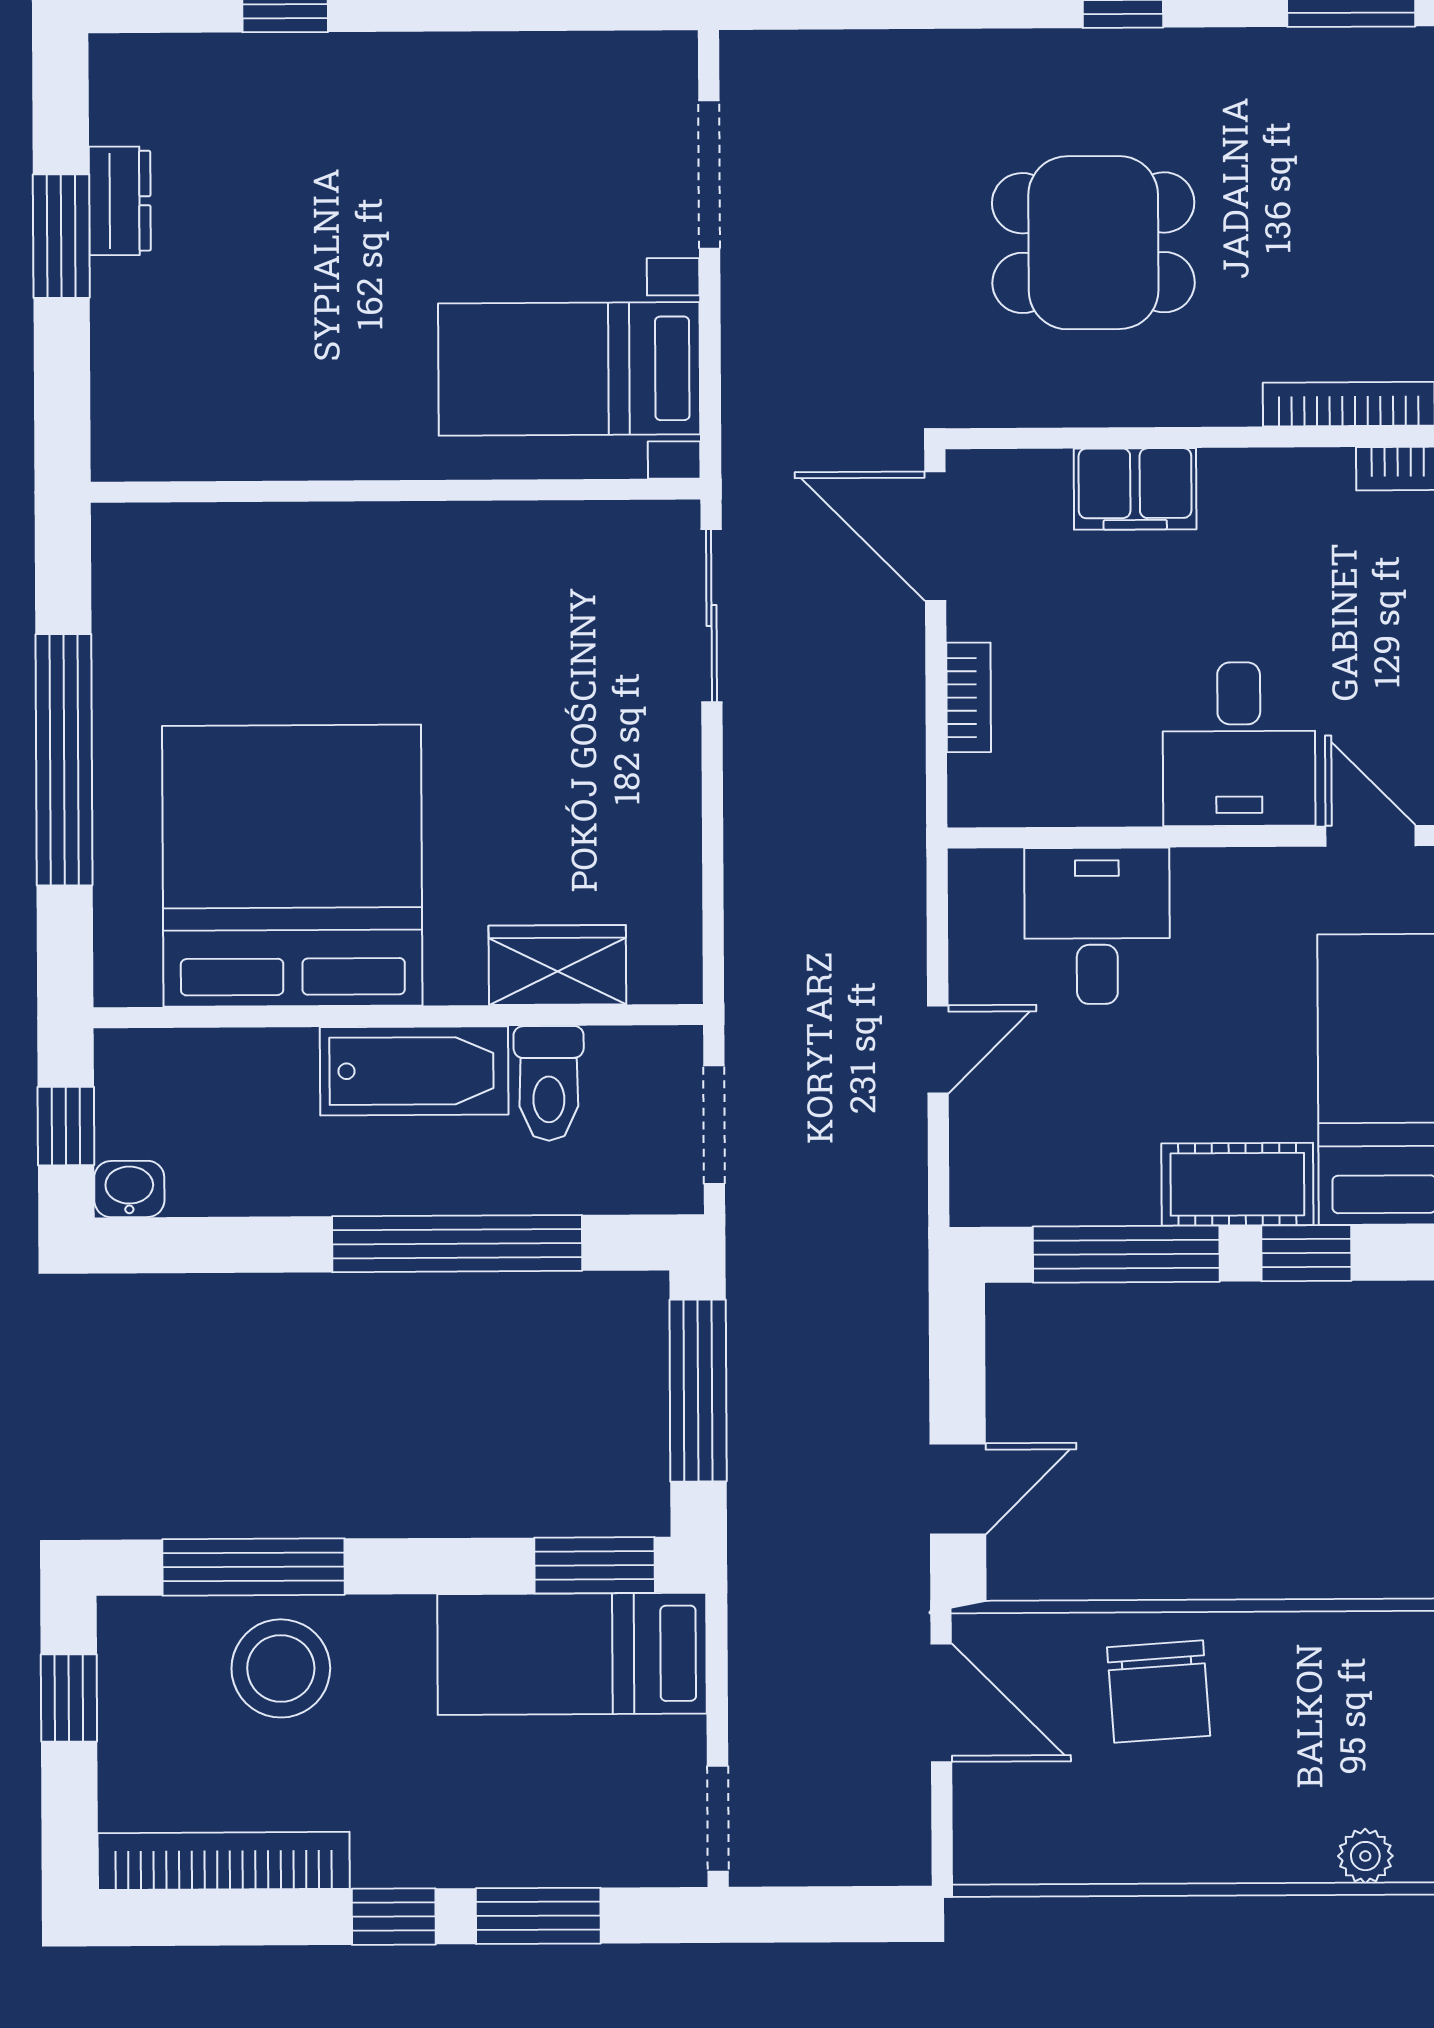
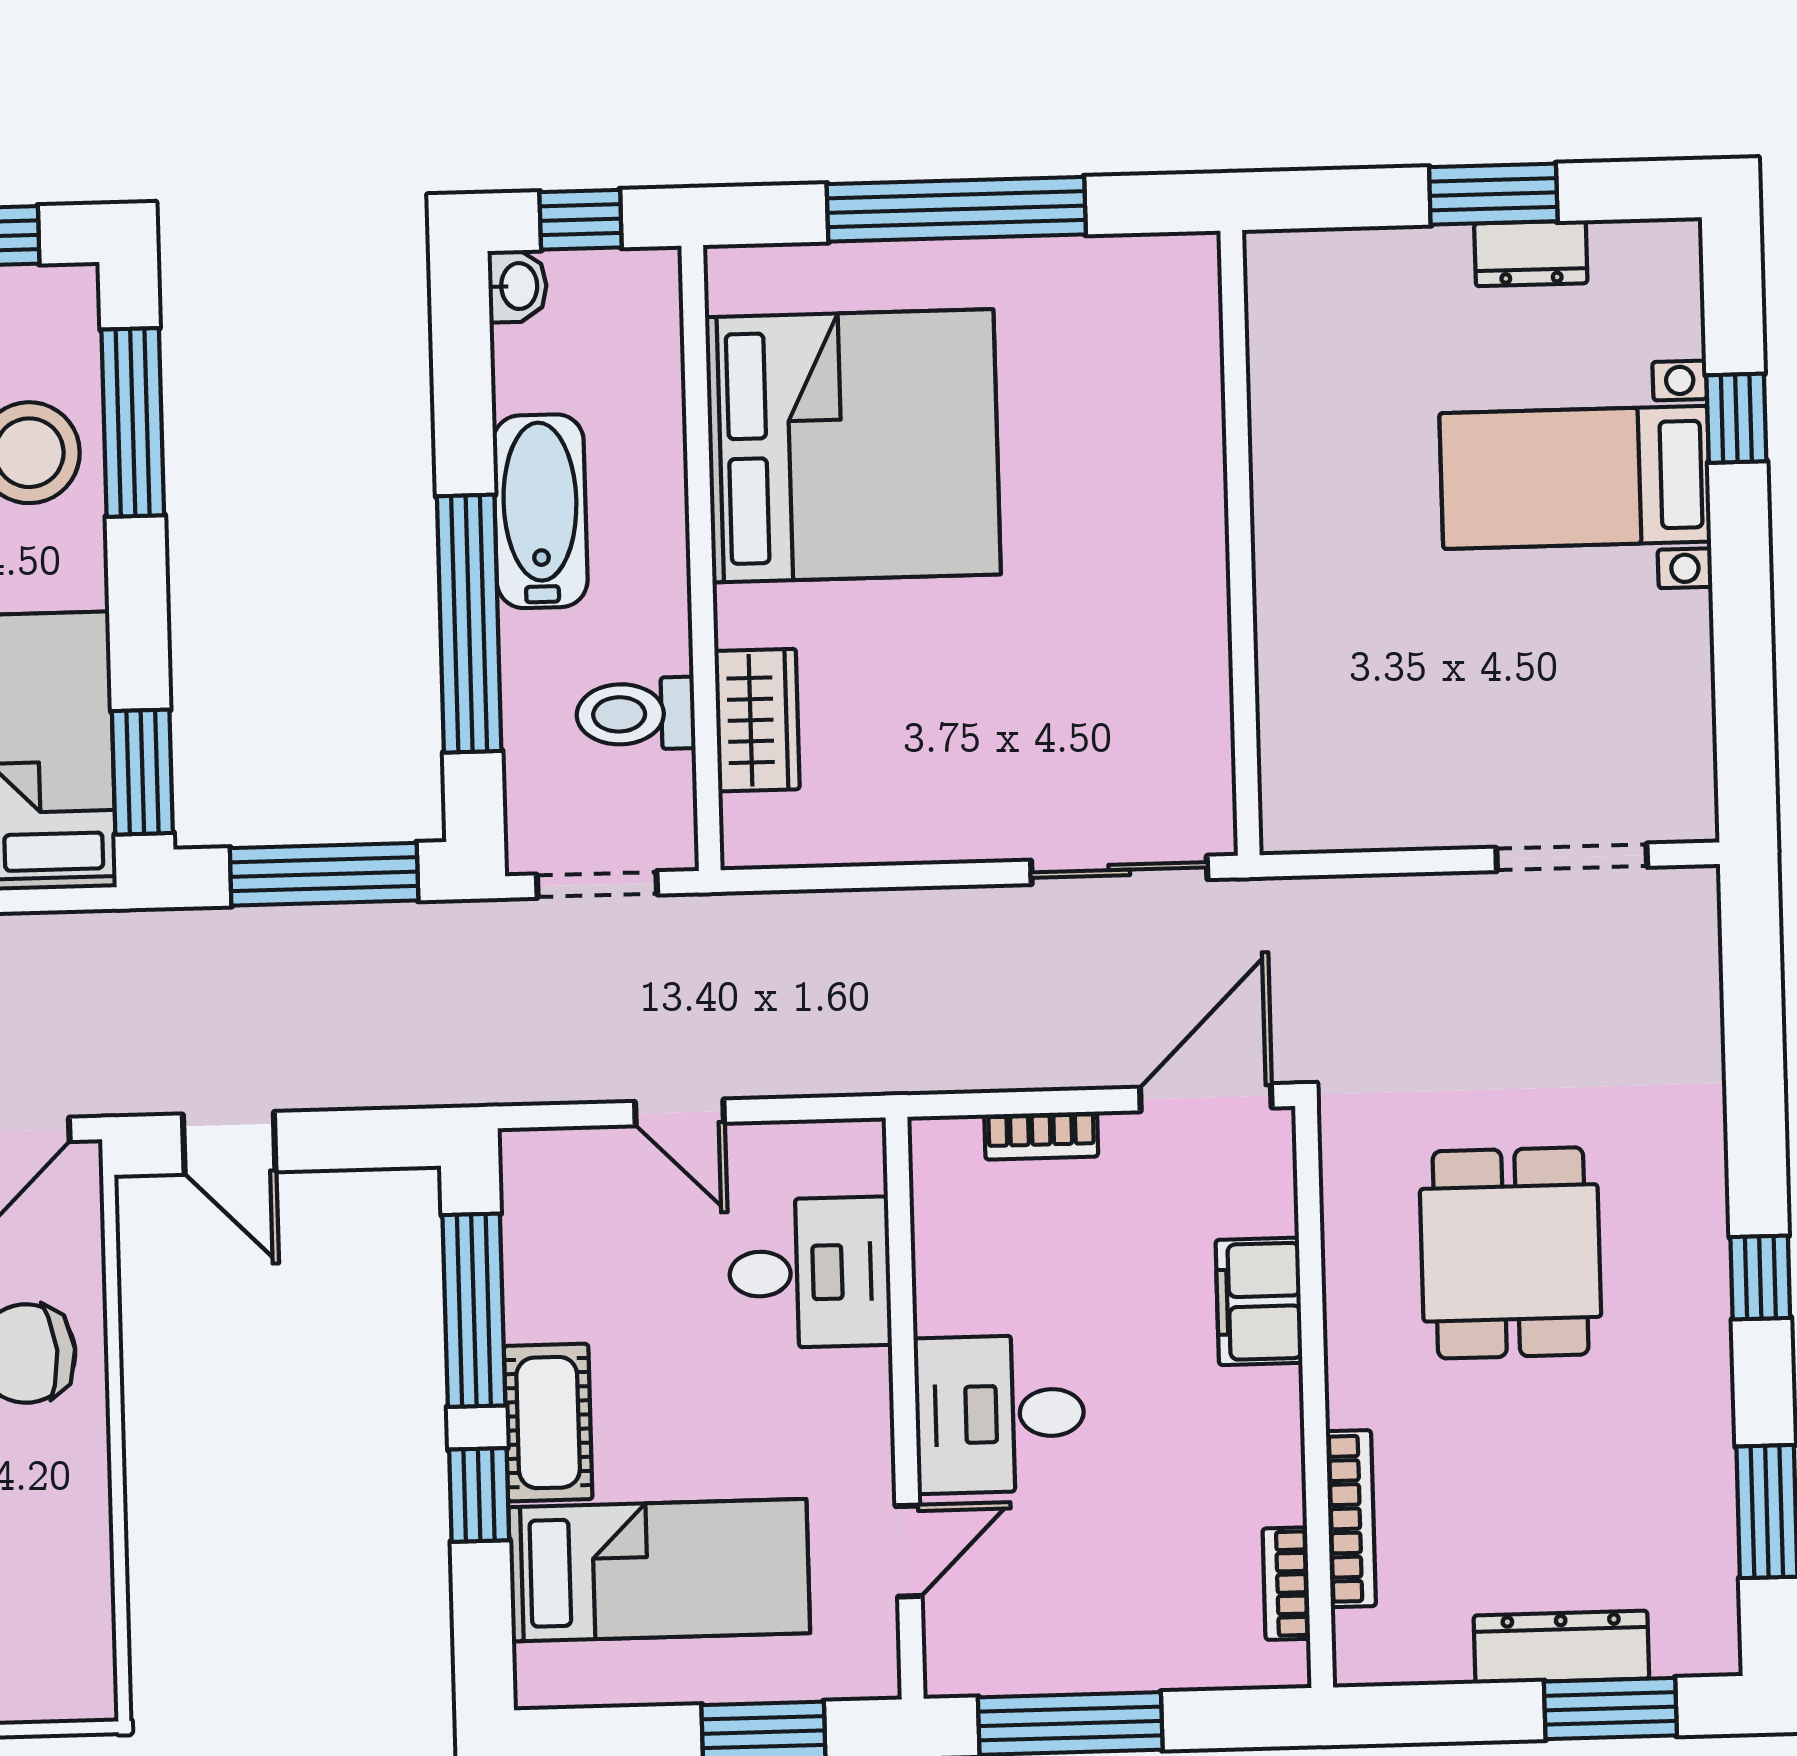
bed with nightstands: (569, 369) -> (1575, 477), moved, turned -90
bathtub: (414, 1071) -> (540, 511), moved, turned 180

